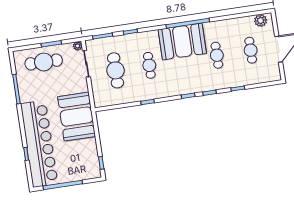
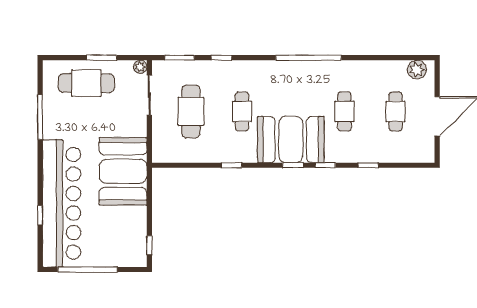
booth: (182, 41) -> (291, 140), moved

